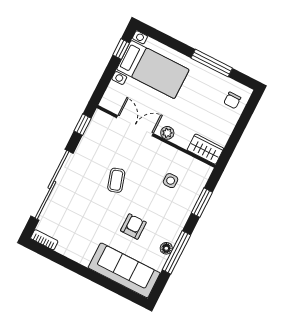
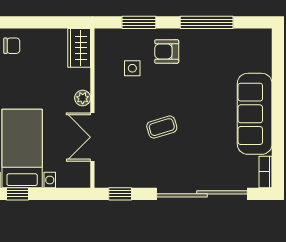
armchair: (133, 226) -> (167, 51), moved
floor lamp: (166, 248) -> (208, 36), removed
sofa: (124, 270) -> (255, 114), moved

